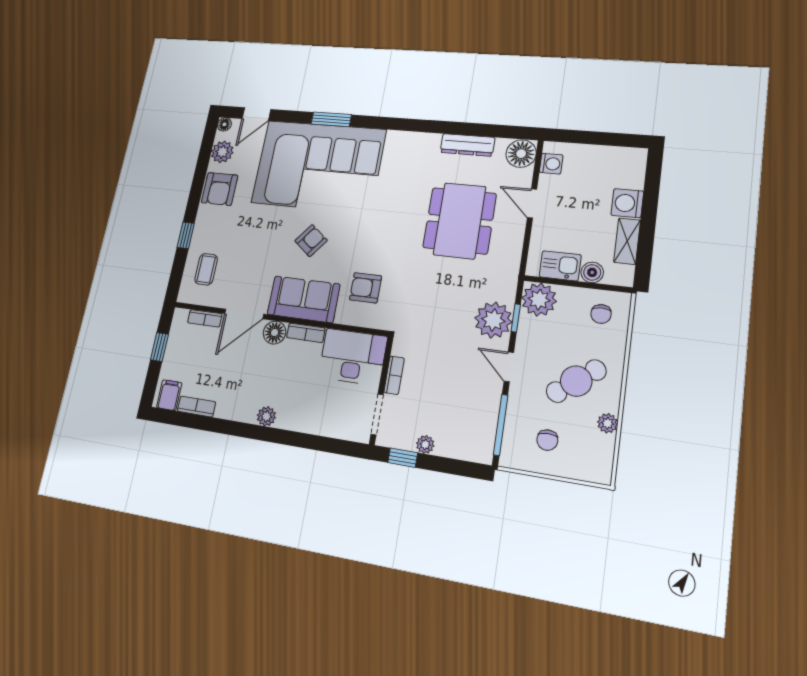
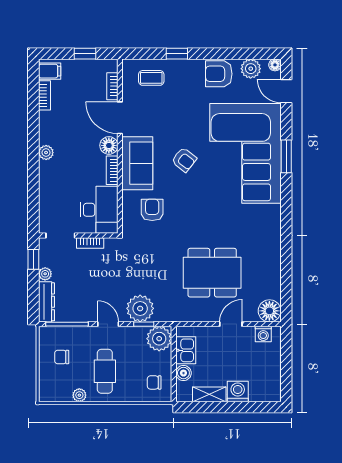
dresser: (467, 145) -> (47, 302), moved, turned 180
door: (509, 367) -> (108, 324), hinge flipped
cafe table: (576, 381) -> (105, 371), turned 38

